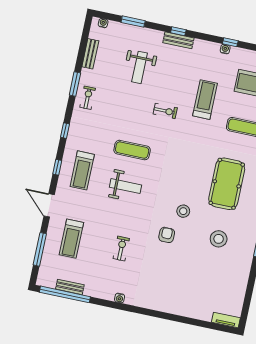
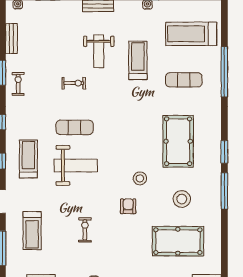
weight bench: (140, 67) -> (99, 51), moved
exercise bike: (165, 111) -> (74, 83), moved
treadmill: (82, 170) -> (28, 159), turned 180
weight bench: (126, 186) -> (76, 165), width x1.36, depth x1.33
pool table: (206, 278) -> (178, 241), added

